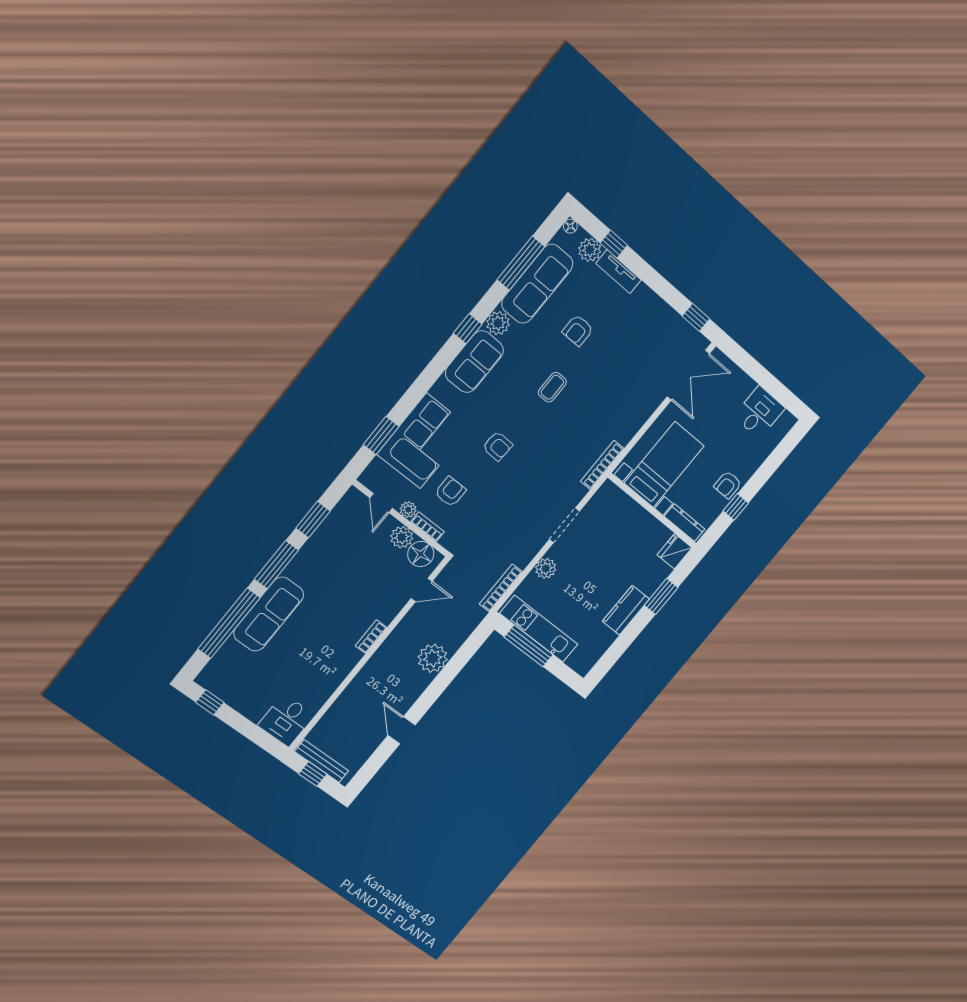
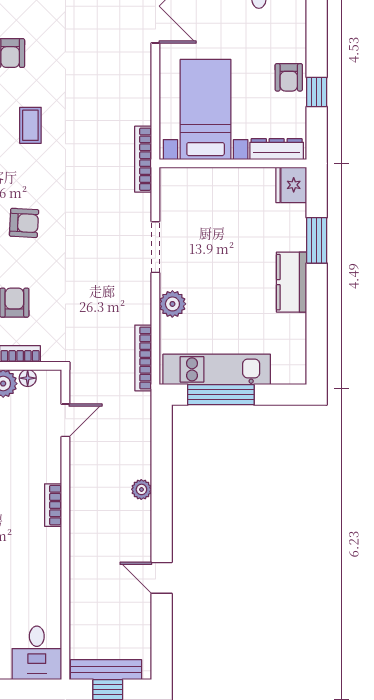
floor lamp: (421, 554) -> (28, 378), width x0.53, depth x0.53
plant: (433, 658) -> (141, 489), width x0.53, depth x0.53

